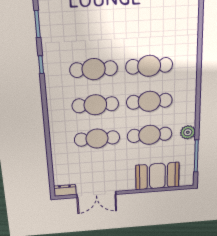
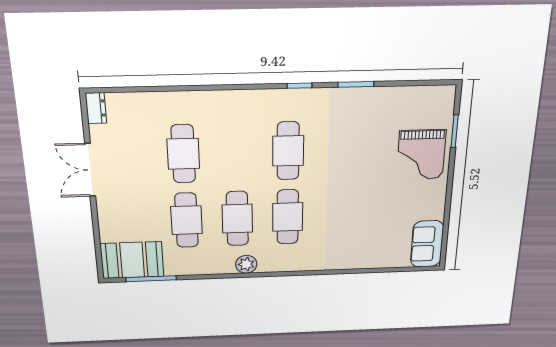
cafe table: (95, 105) -> (236, 152), removed
plant: (188, 132) -> (246, 264), moved
booth: (157, 176) -> (132, 260), moved, turned 90
double door: (96, 194) -> (90, 170), moved

